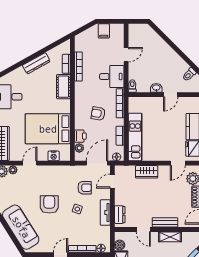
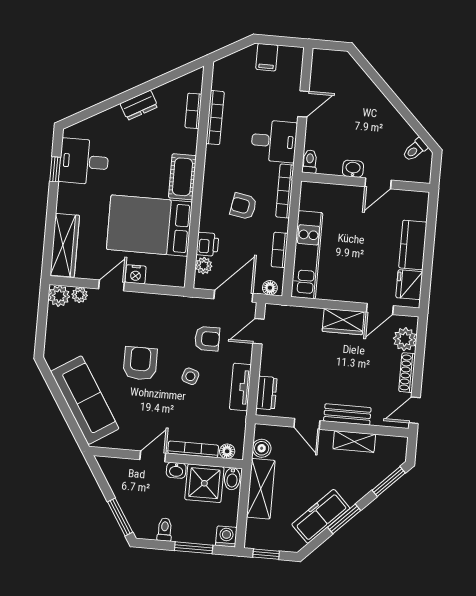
dresser: (36, 63) -> (139, 105), width x0.70
cot: (63, 87) -> (182, 177), moved
nightstand: (54, 156) -> (136, 274), moved
wardrobe: (147, 172) -> (343, 322), moved

